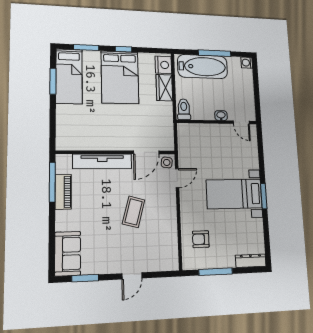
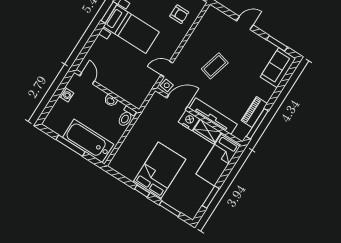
washing machine: (247, 63) -> (66, 95), moved
nightstand: (163, 65) -> (189, 120), moved, turned 90
bed: (69, 76) -> (218, 159), moved, turned 180
wardrobe: (164, 88) -> (207, 132), moved, turned 90
washbasin: (221, 116) -> (111, 101), moved

